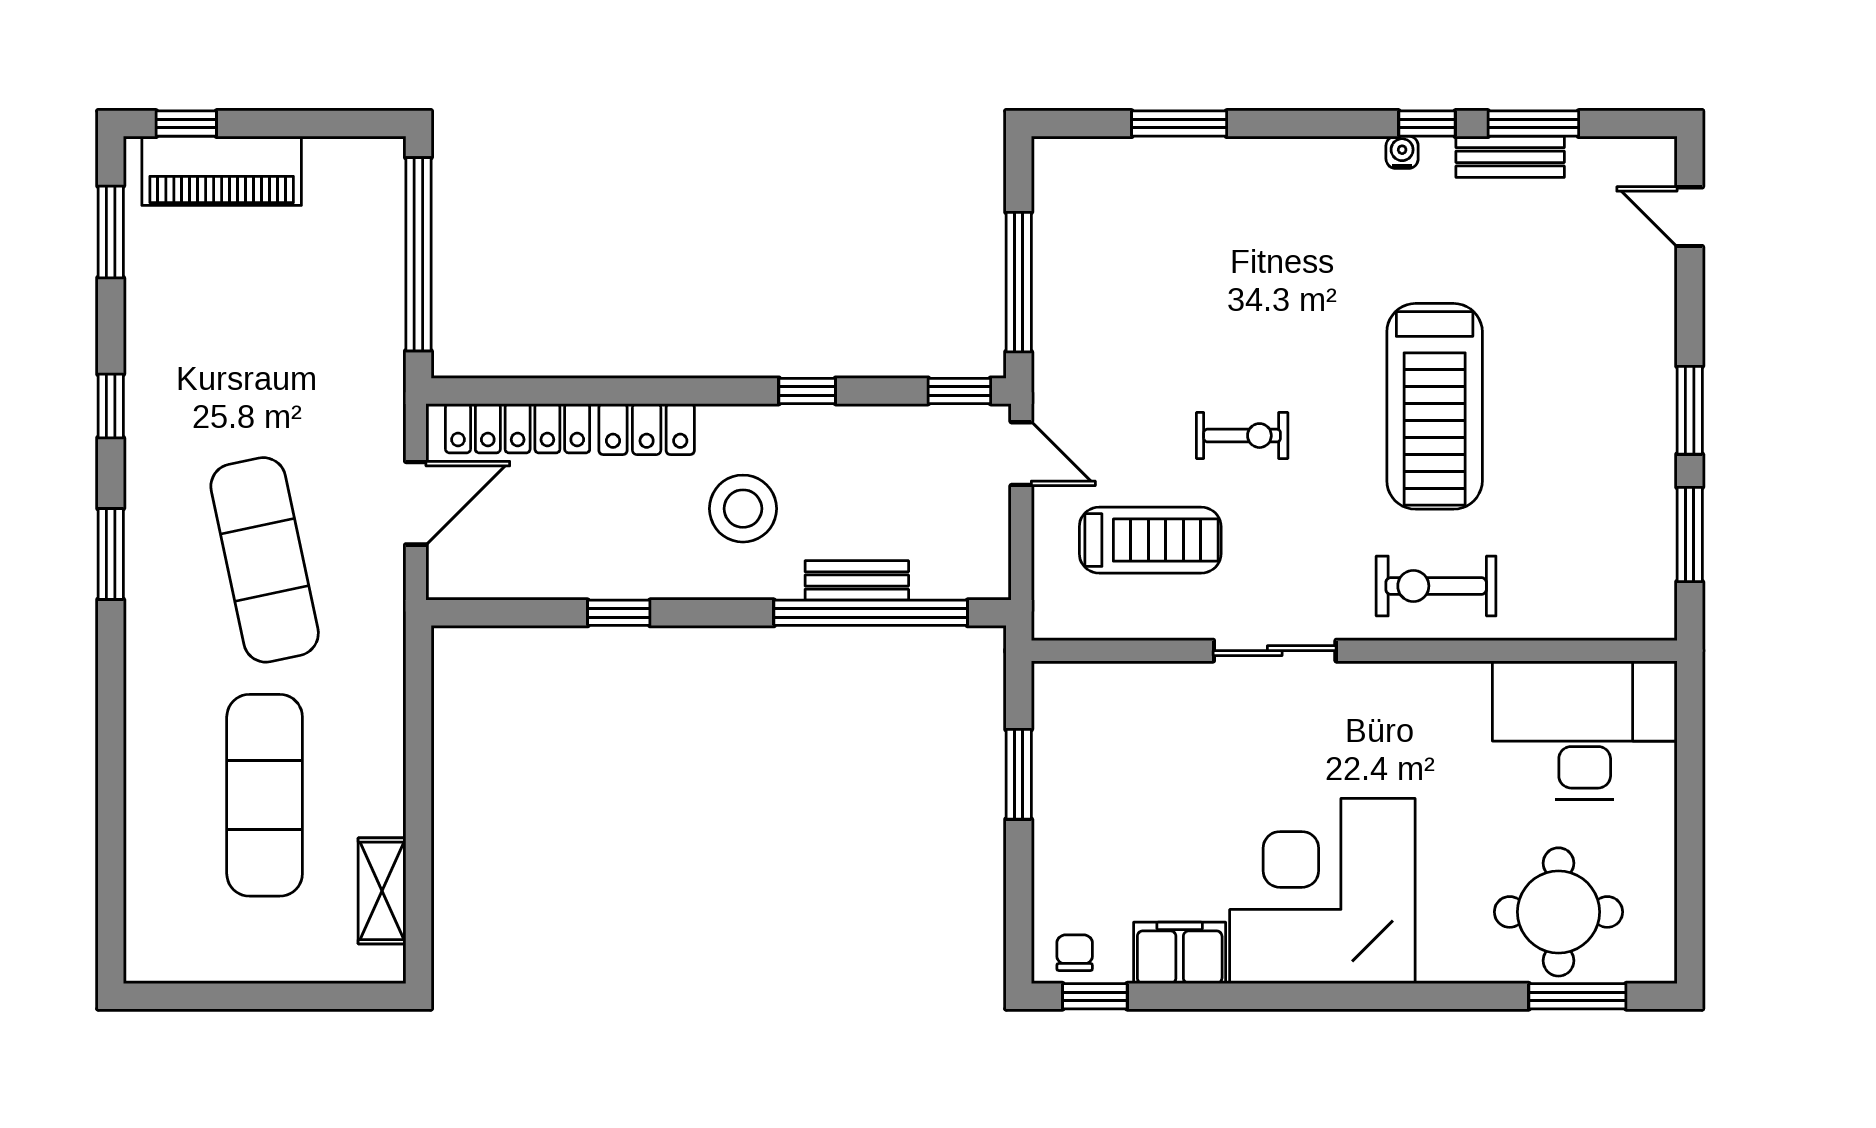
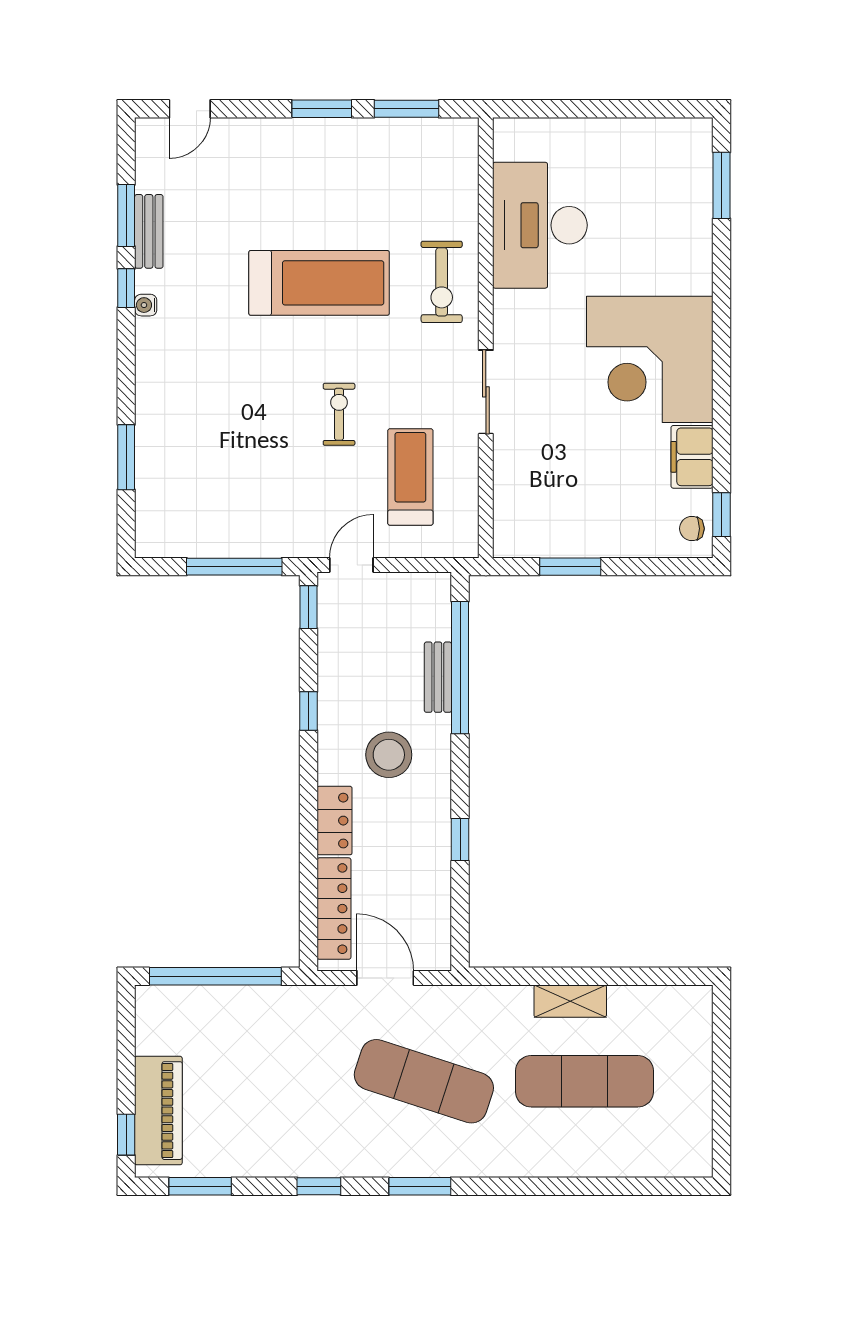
exercise mat: (265, 560) -> (424, 1081), turned 30
desk: (1585, 730) -> (540, 225), moved
shelving: (382, 891) -> (570, 1001), moved
round table: (1558, 912) -> (664, 198), removed

